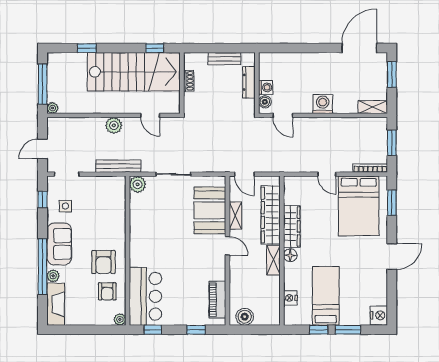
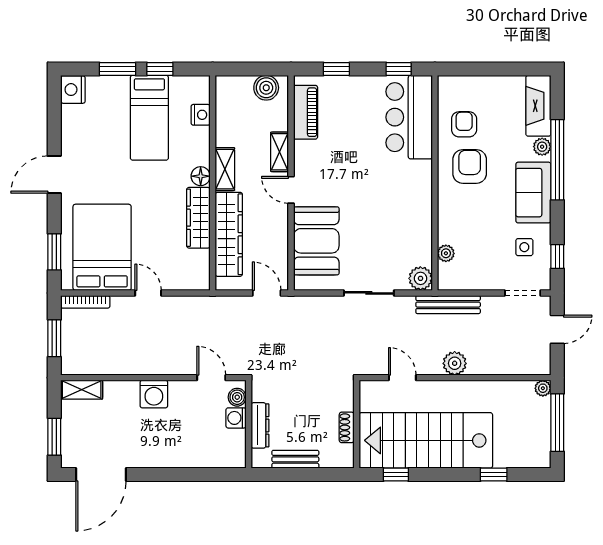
shelving: (235, 216) -> (280, 152), moved
plant: (120, 319) -> (446, 253), moved

